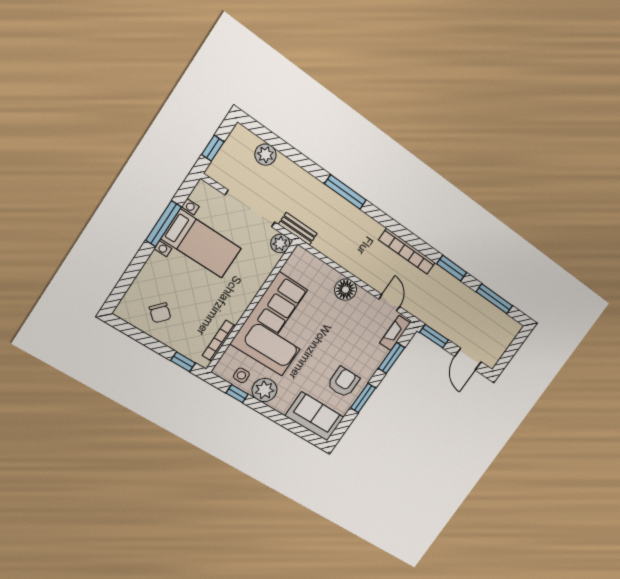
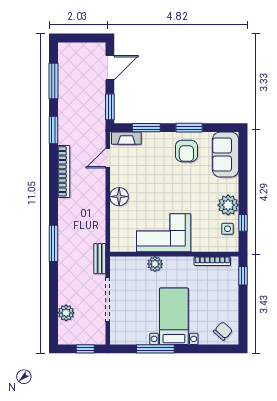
plant: (280, 243) -> (155, 264), moved
bed with nightstands: (201, 244) -> (174, 316), moved
chair: (160, 313) -> (223, 331), moved
corner sofa: (280, 324) -> (164, 233), width x0.73, depth x0.74
armchair: (343, 382) -> (186, 151), turned -90

